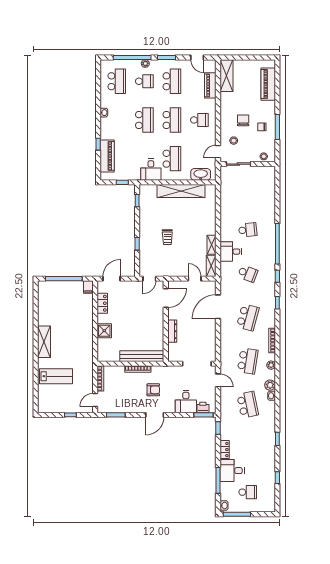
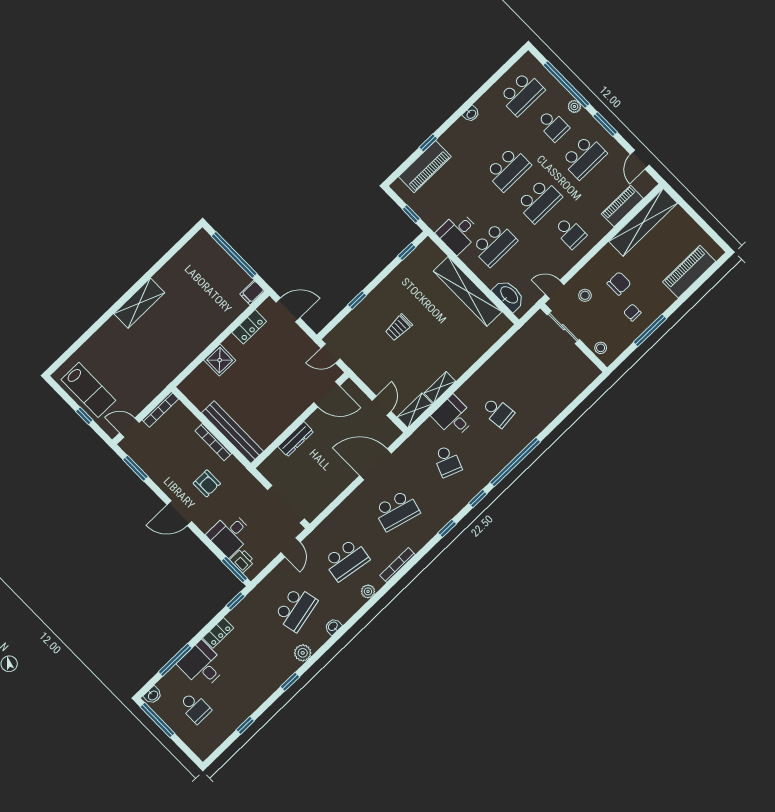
shelving: (226, 76) -> (643, 222), width x1.47
lab bench: (56, 376) -> (88, 390), moved
plant: (270, 385) -> (303, 653), moved

